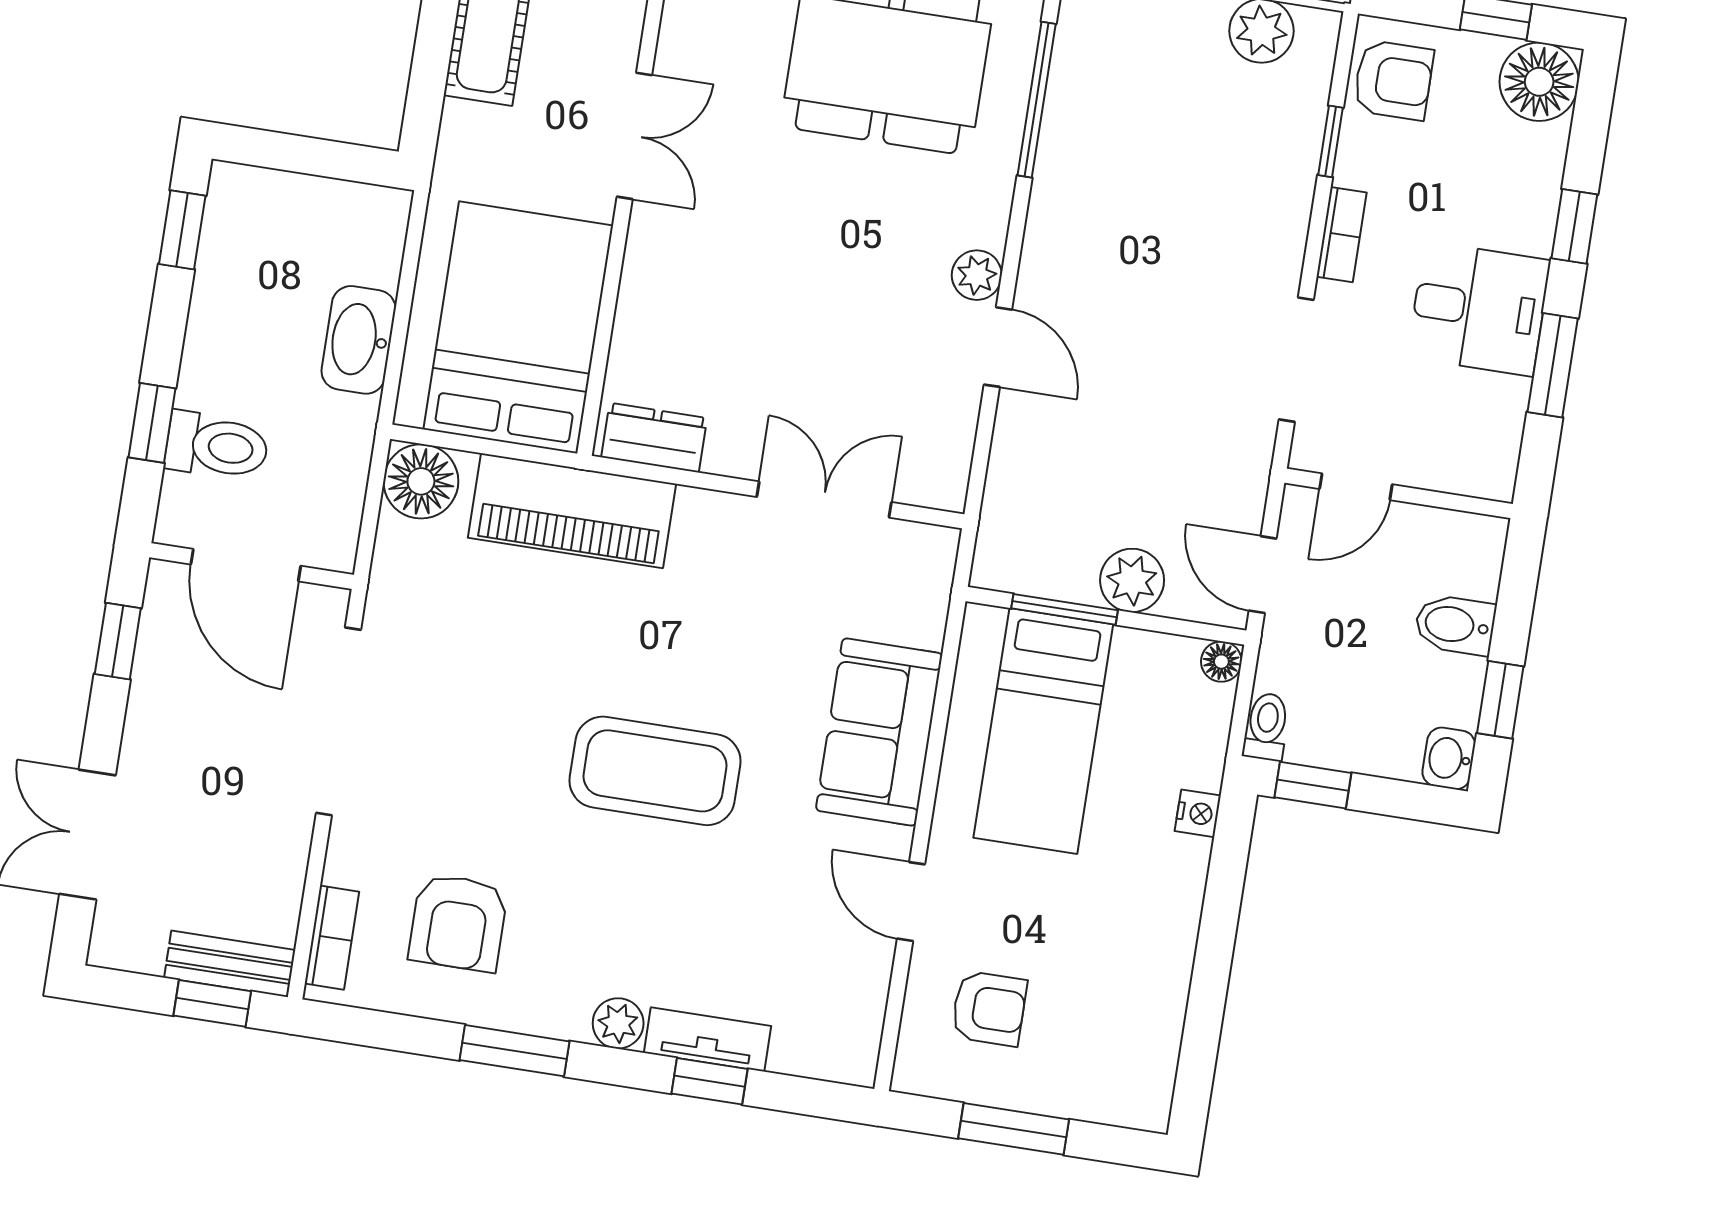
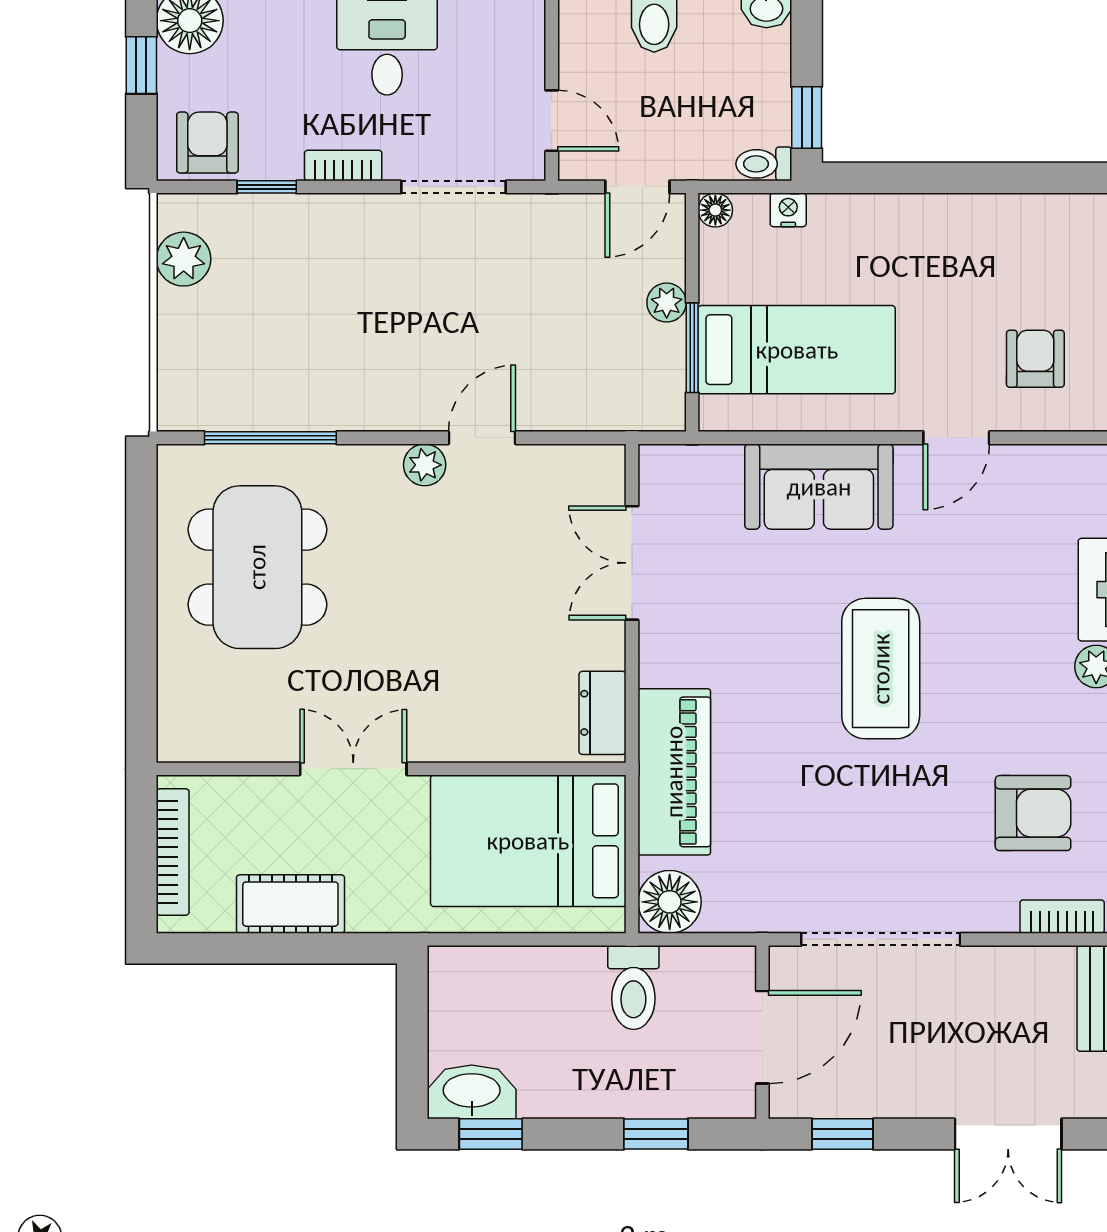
washbasin: (359, 340) -> (472, 1092), moved, turned 180
toilet: (217, 446) -> (633, 987), moved, turned 180
plant: (1132, 580) -> (667, 303), width x0.73, depth x0.73
nightstand: (1198, 813) -> (788, 210), moved

